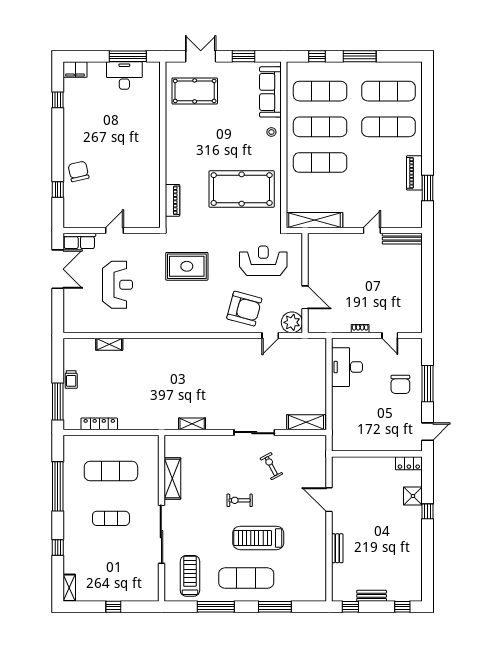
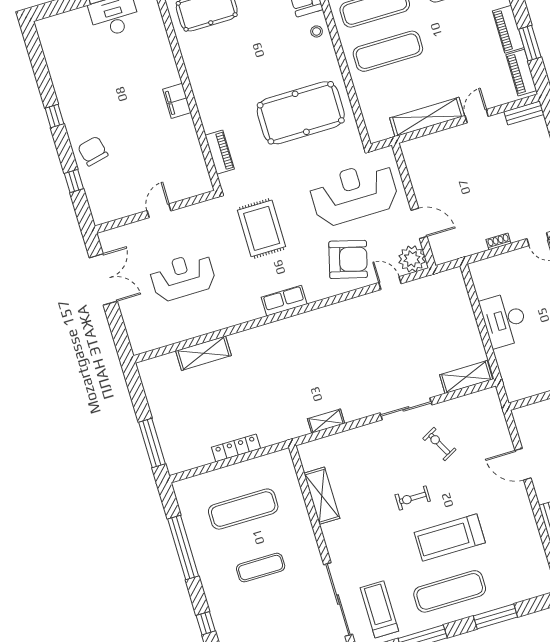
filing cabinet: (75, 70) -> (177, 101), moved, turned 90
window: (58, 100) -> (54, 116), moved
piano: (415, 208) -> (521, 73), added
shelving: (315, 220) -> (427, 117), moved
bench: (402, 239) -> (524, 113), width x0.73
row of seats: (79, 241) -> (284, 301), moved, turned 180
reception desk: (263, 261) -> (354, 193), width x1.36, depth x1.30
rug: (187, 266) -> (262, 228), turned 90
reception desk: (118, 285) -> (183, 277), turned -90
door: (270, 335) -> (390, 283), swing flipped
shelving: (109, 344) -> (204, 353), width x1.50, depth x1.33
desk: (347, 367) -> (504, 320), moved
trolley: (71, 380) -> (160, 411), removed
locker: (99, 424) -> (236, 448), moved
sliding door: (161, 534) -> (338, 599), moved

